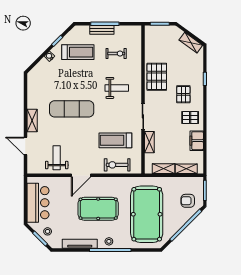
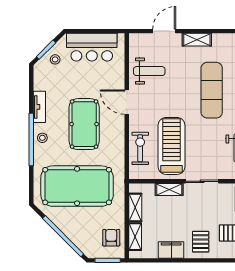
treadmill: (115, 140) -> (172, 146), width x1.37, depth x1.38
armchair: (188, 201) -> (111, 238), moved
tv unit: (80, 244) -> (39, 107), width x0.71

